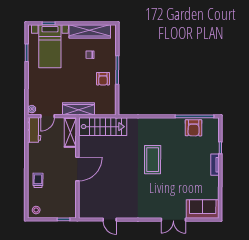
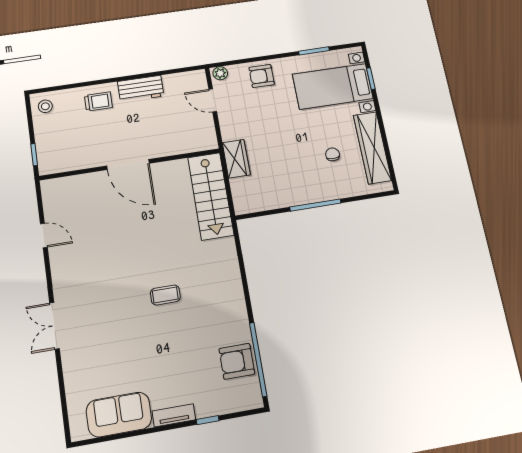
armchair: (103, 79) -> (262, 76), moved
wardrobe: (78, 109) -> (236, 159), width x0.67
workbench: (34, 130) -> (141, 89), moved
shelving: (70, 132) -> (191, 142), removed
coffee table: (153, 160) -> (165, 295), width x0.54, depth x0.58
sofa: (203, 209) -> (119, 415), moved, turned -90
door: (110, 220) -> (44, 235), swing flipped
double door: (173, 220) -> (55, 326), moved

